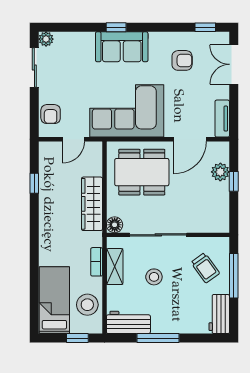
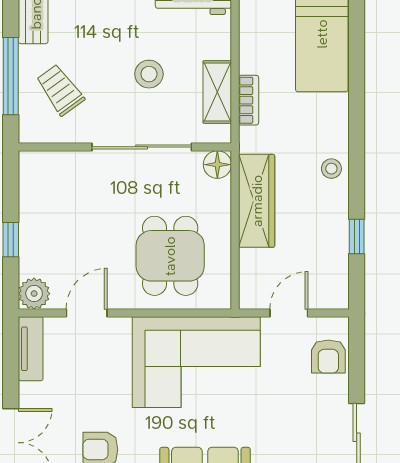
armchair: (51, 114) -> (328, 356), turned 180
door: (190, 139) -> (87, 313), width x0.73
dining table: (142, 172) -> (170, 256), width x0.73
plant: (220, 172) -> (34, 294), moved
stool: (87, 305) -> (331, 169), moved, width x0.53, depth x0.53

